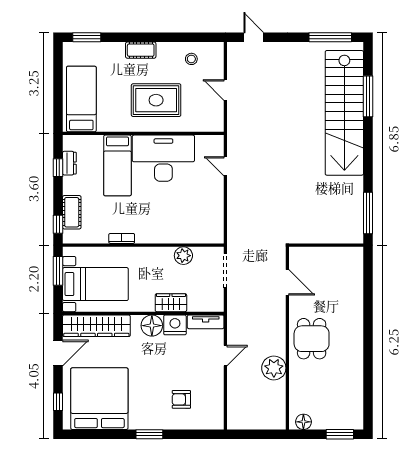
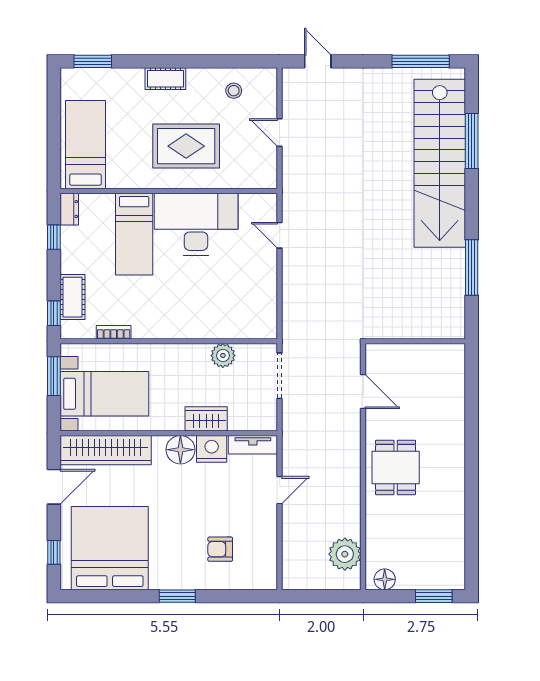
dresser: (69, 163) -> (69, 209), moved
window: (368, 213) -> (472, 268), moved
bookcase: (122, 238) -> (114, 332), moved
plant: (274, 368) -> (345, 554), moved

